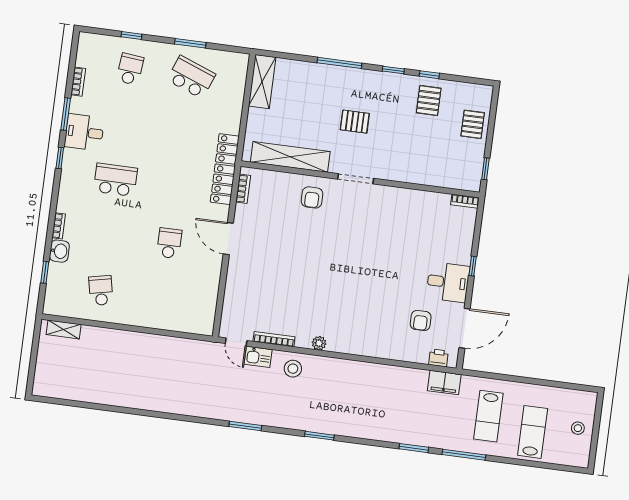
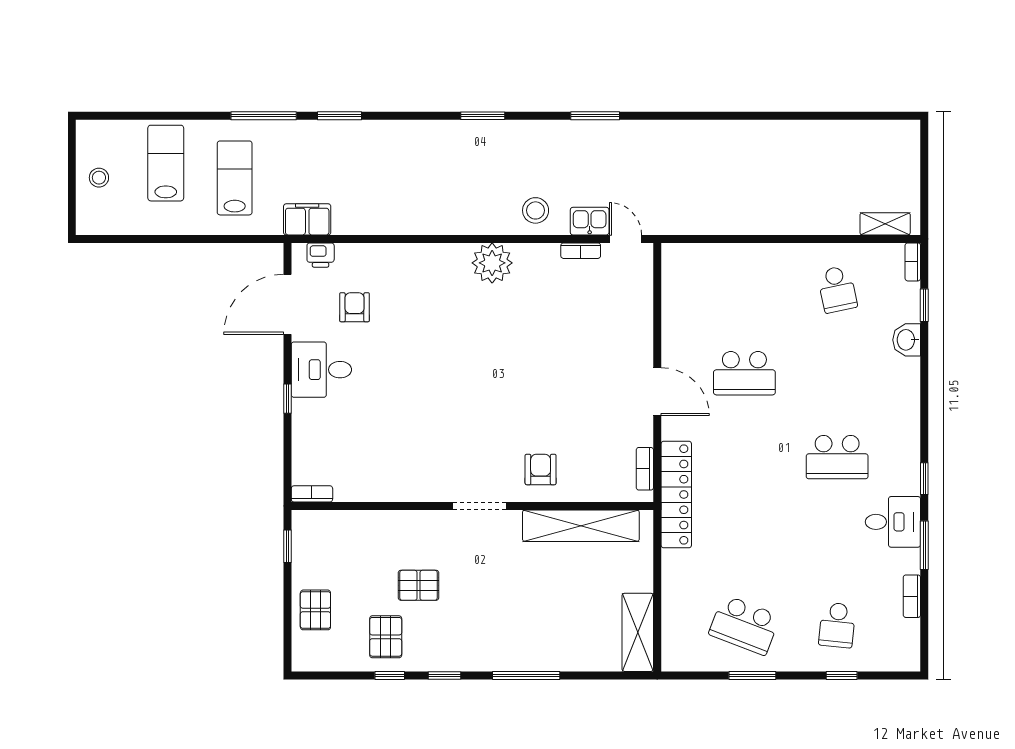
pallet: (355, 122) -> (418, 585), moved
bookcase: (59, 226) -> (913, 262), moved
school desk: (169, 243) -> (744, 373), width x1.85
bookcase: (274, 339) -> (581, 251), width x0.64
plant: (319, 343) -> (492, 263), width x1.88, depth x1.88
lab bench: (533, 432) -> (166, 163), turned 180

